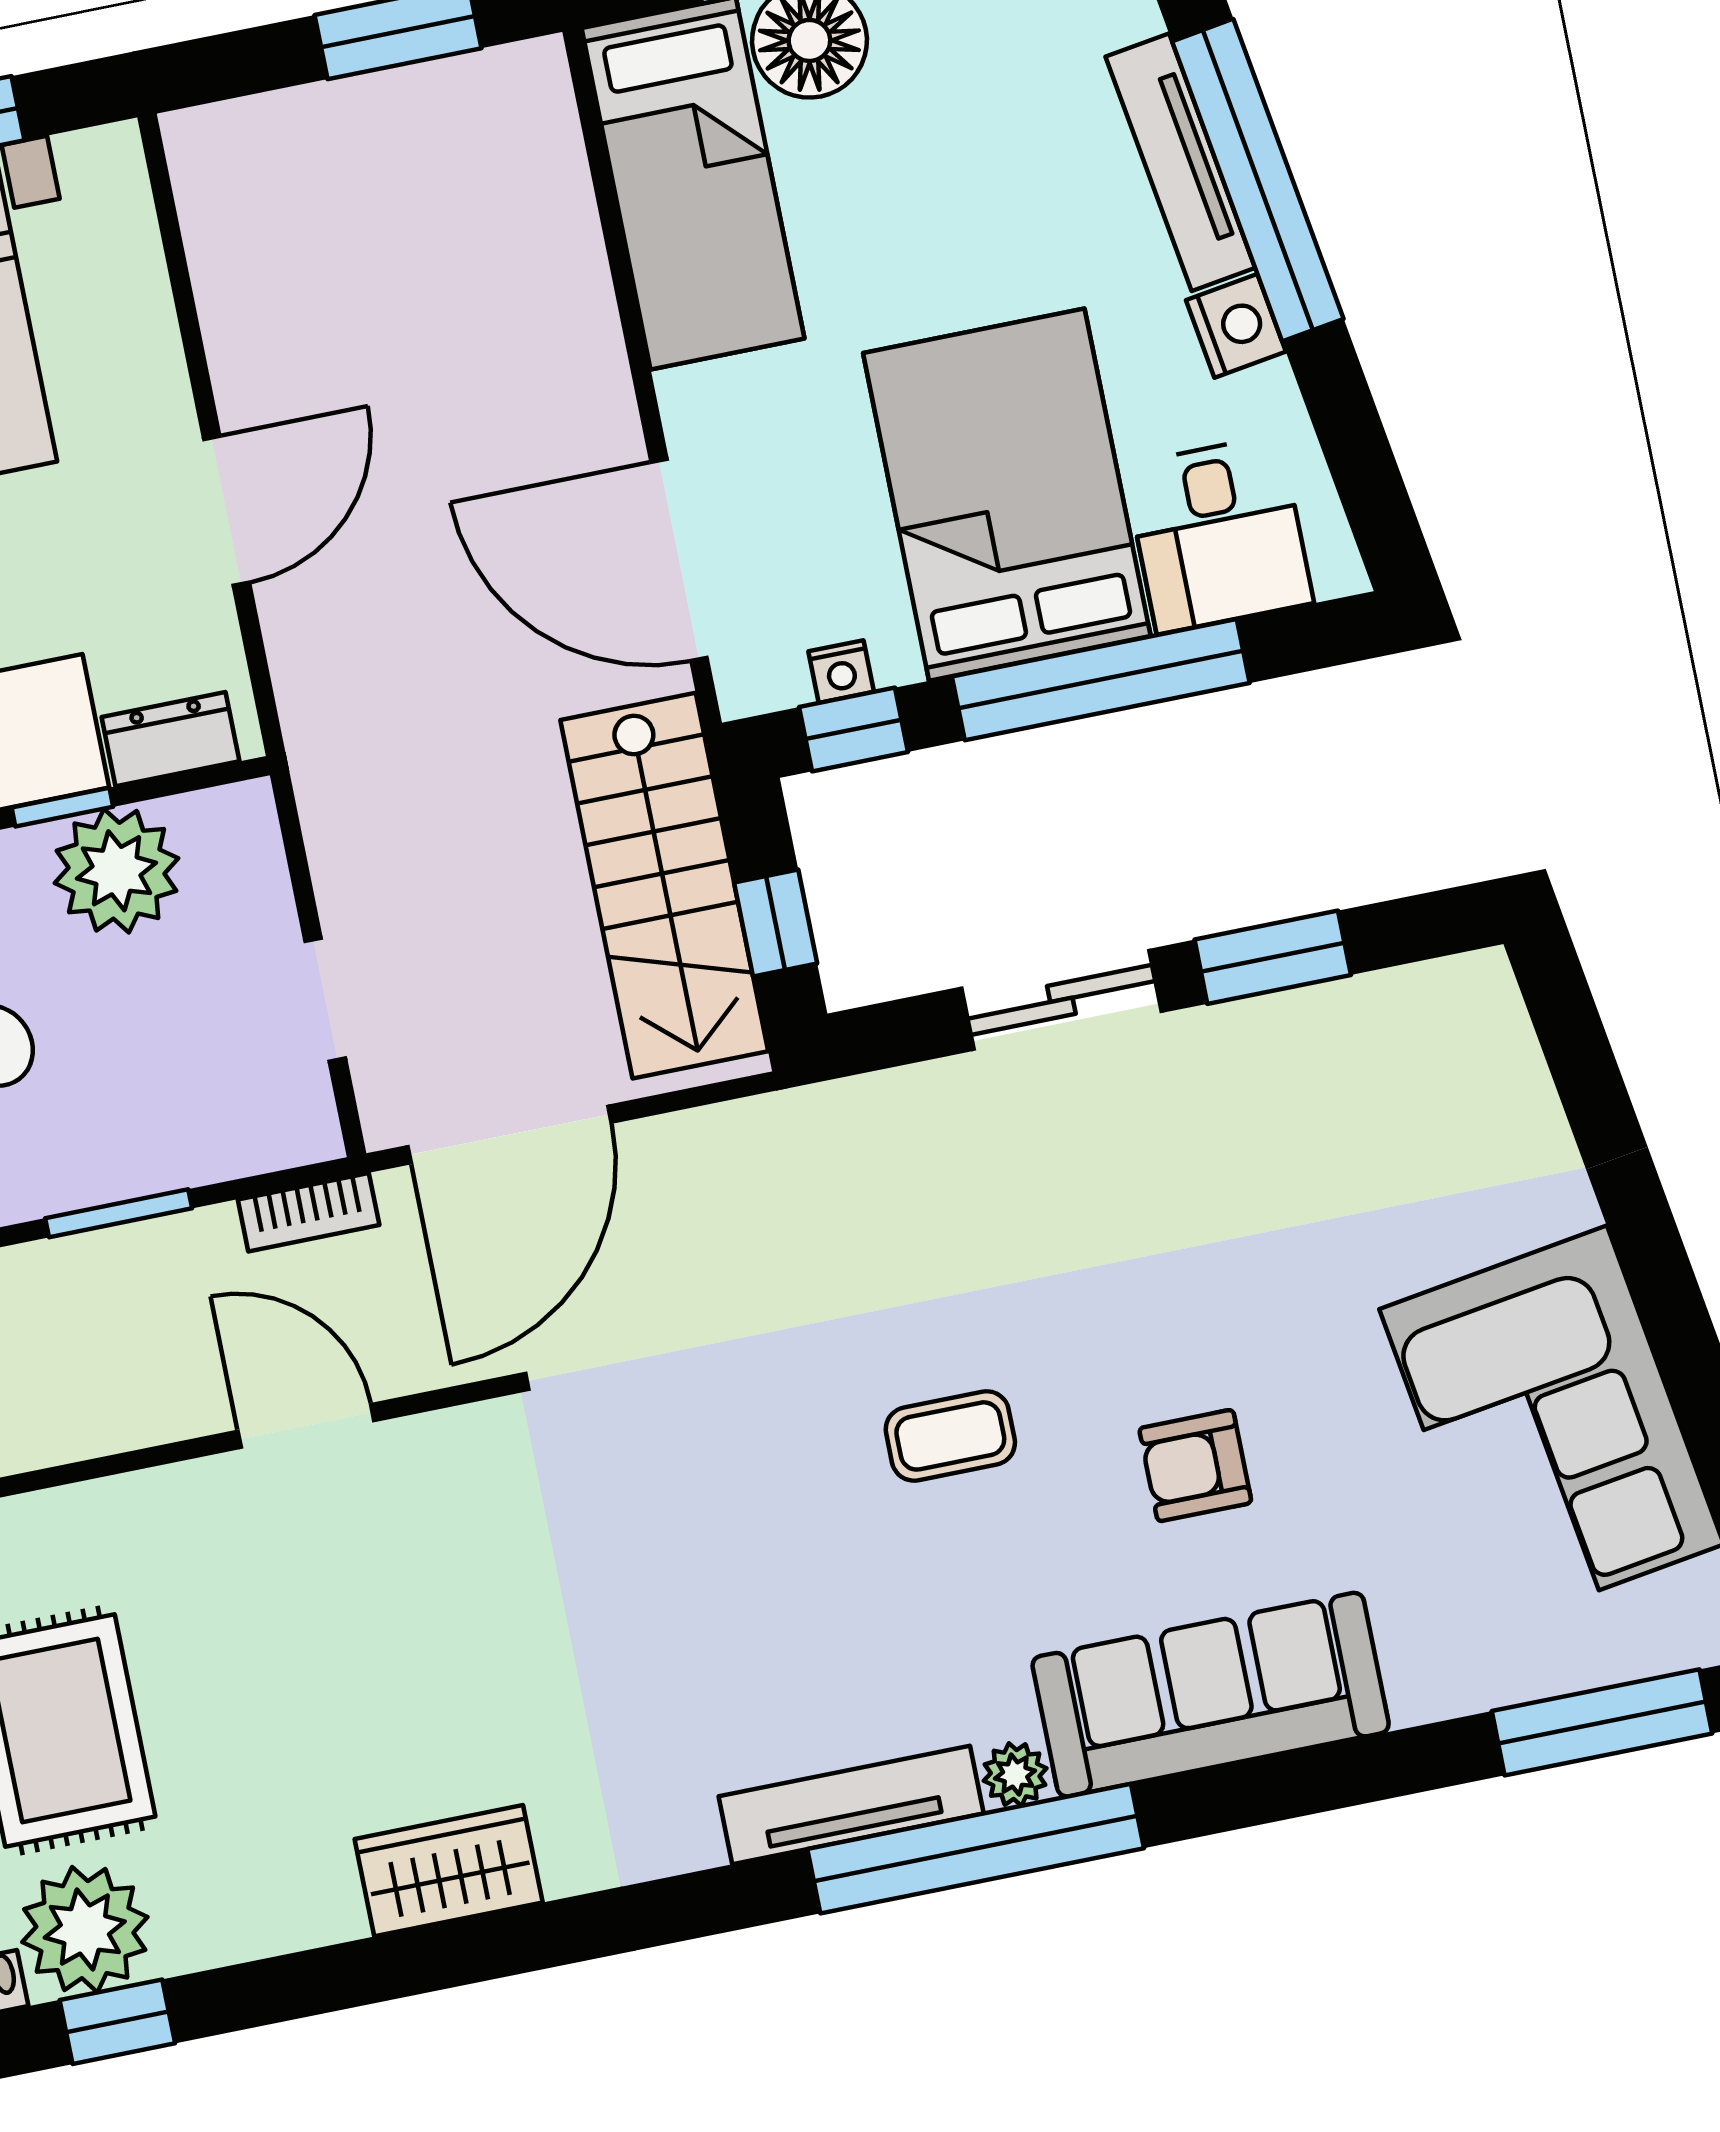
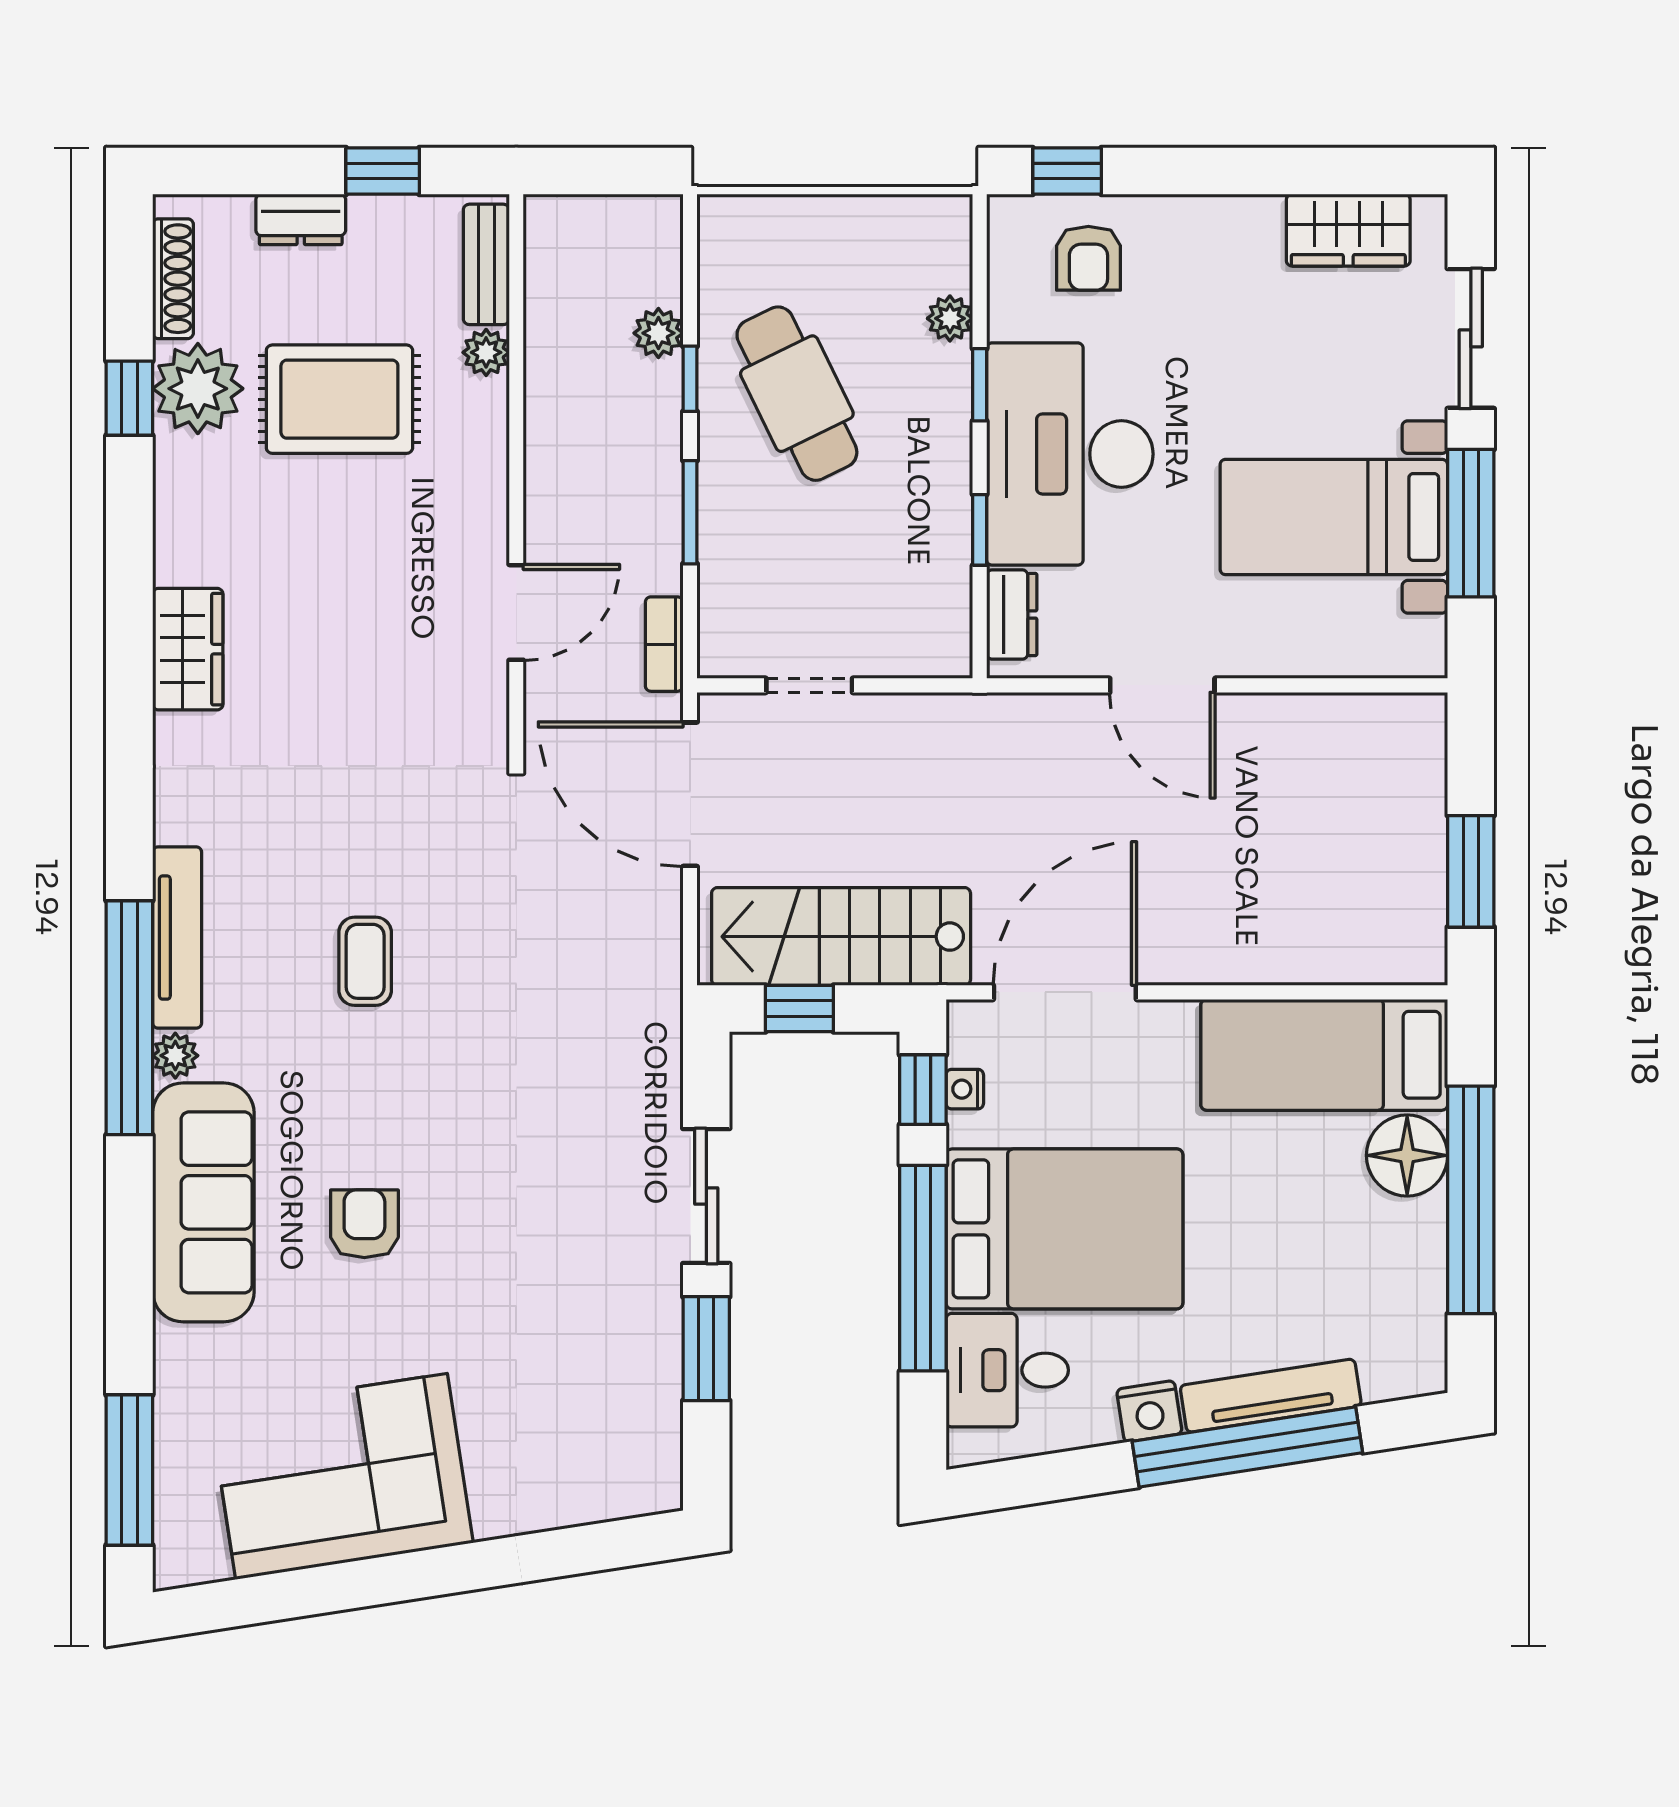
plant: (116, 871) -> (928, 559), removed
coffee table: (950, 1436) -> (365, 961), moved

